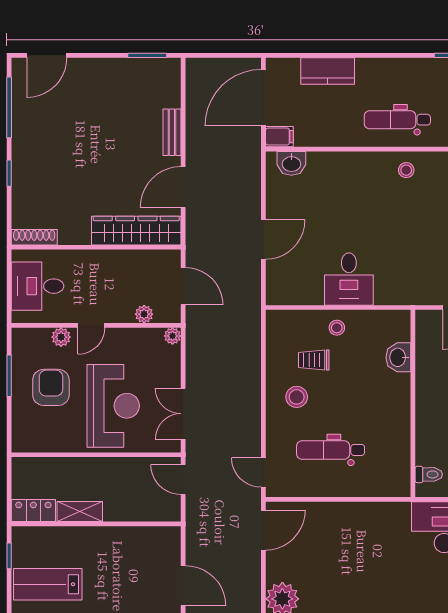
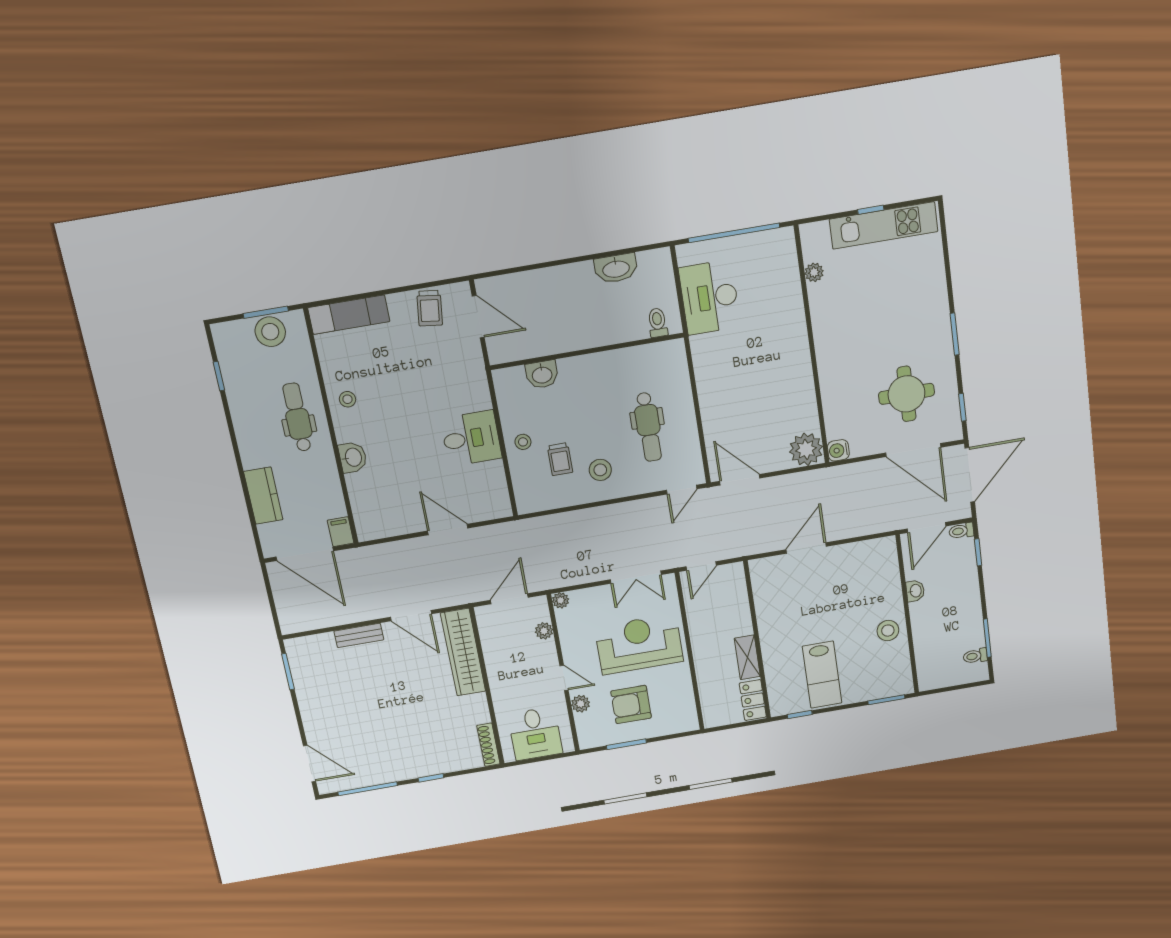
dental chair: (397, 120) -> (297, 417), turned 180
washbasin: (291, 163) -> (353, 457), moved

